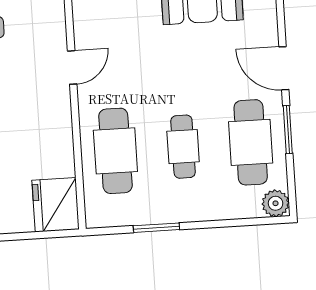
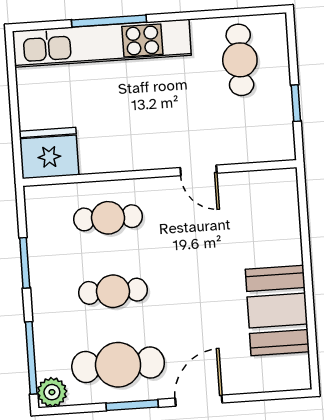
cafe table: (115, 151) -> (108, 218), width x0.73, depth x0.74
window: (244, 222) -> (31, 358), added

